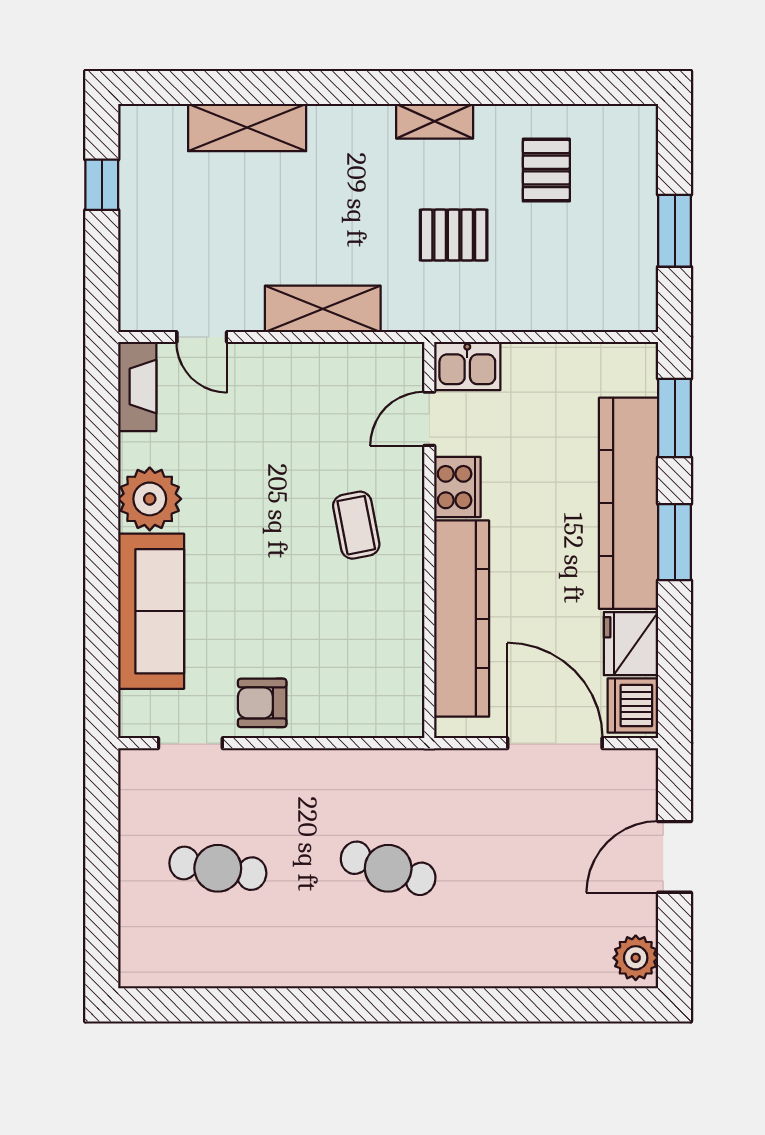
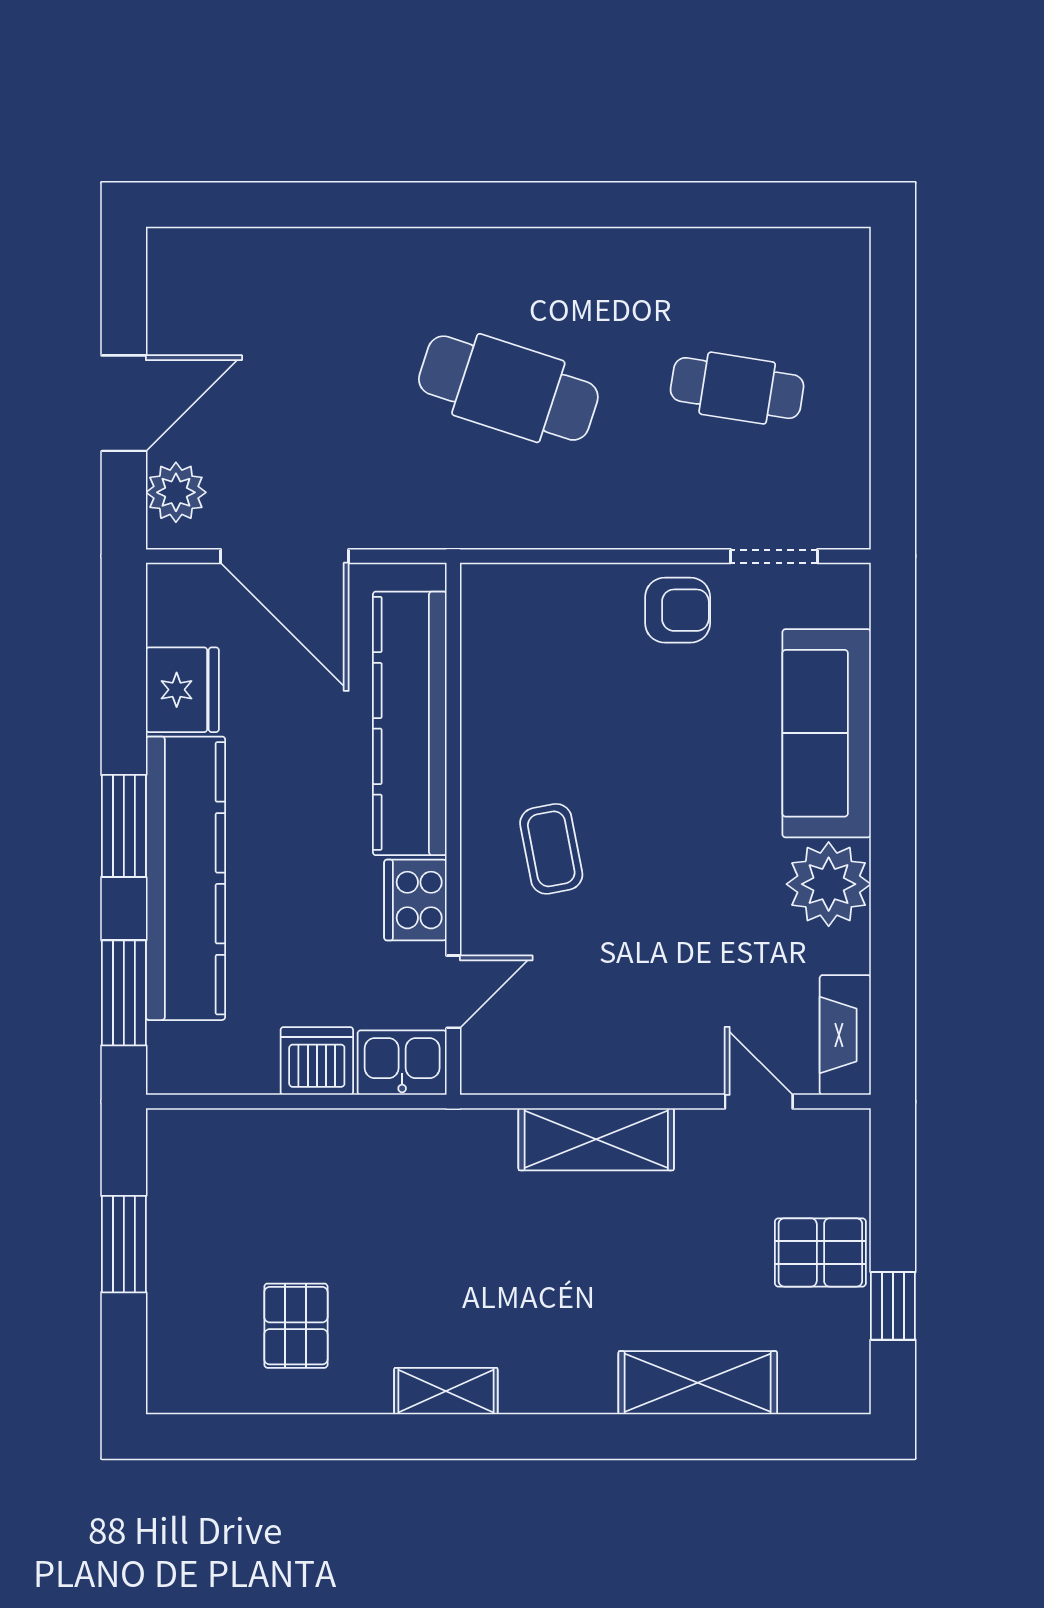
pallet: (454, 235) -> (820, 1252), moved
dishwasher: (633, 706) -> (317, 1061), moved, turned -90
cafe table: (388, 868) -> (508, 388), width x1.37, depth x1.35
plant: (636, 958) -> (176, 492), moved

